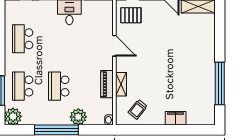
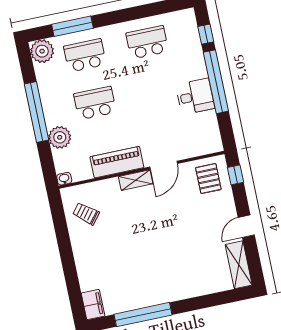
piano: (107, 84) -> (117, 162), width x1.37, depth x1.33
shelving: (121, 84) -> (136, 180), moved
filing cabinet: (176, 118) -> (93, 305), moved

